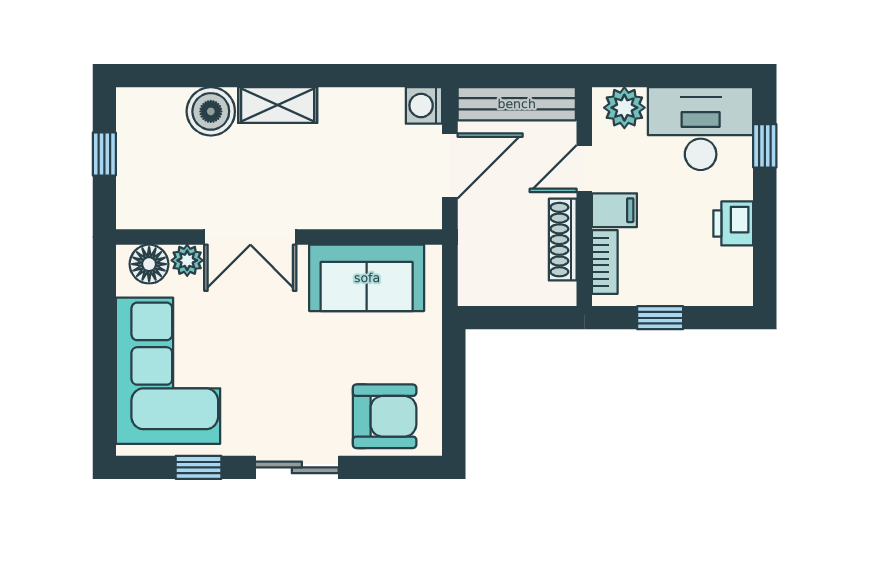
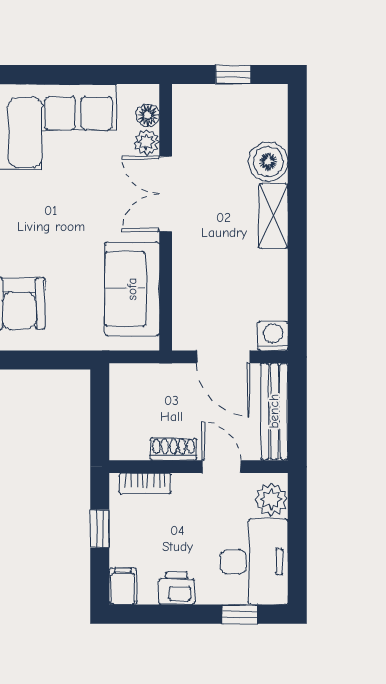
filing cabinet: (614, 210) -> (123, 586), moved, turned 180
shoe rack: (563, 240) -> (173, 449), width x0.70
floor lamp: (149, 264) -> (148, 115), width x0.73, depth x0.73

